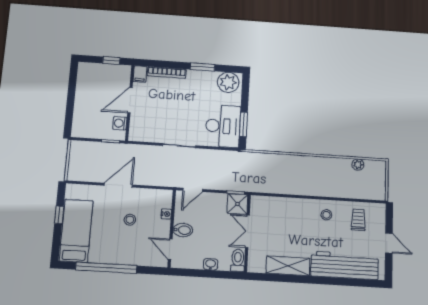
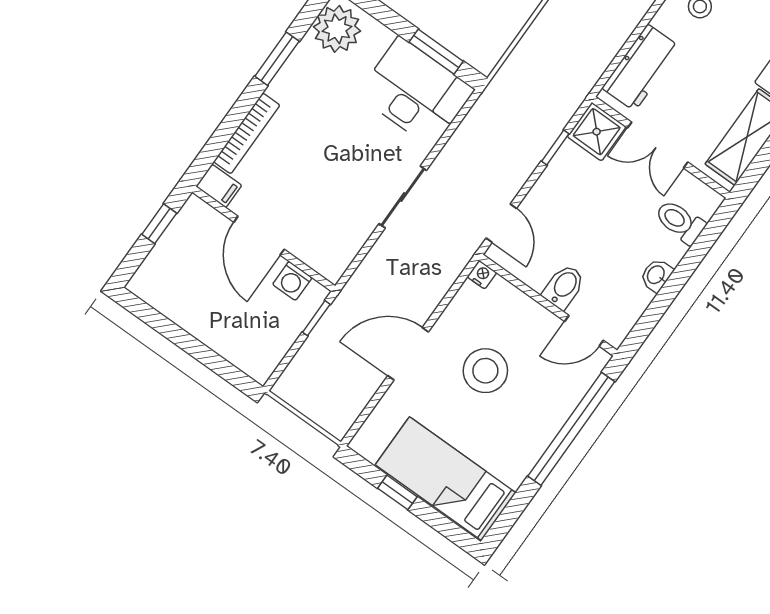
door: (118, 185) -> (408, 354), hinge flipped
shower: (237, 204) -> (597, 132), moved
workbench: (288, 207) -> (641, 68), added
nightstand: (166, 214) -> (482, 275), moved
stool: (130, 220) -> (485, 371), width x1.89, depth x1.89
double door: (247, 231) -> (658, 145), moved
wall: (247, 233) -> (661, 147), moved
window: (106, 268) -> (571, 429), moved

